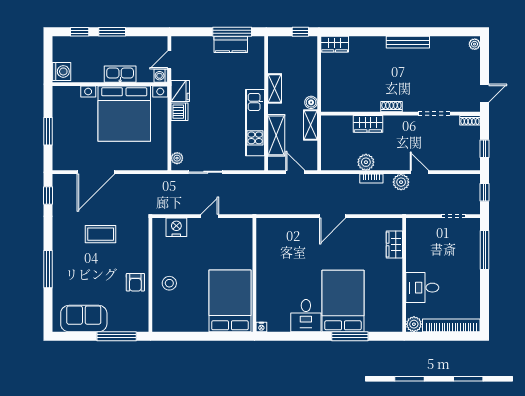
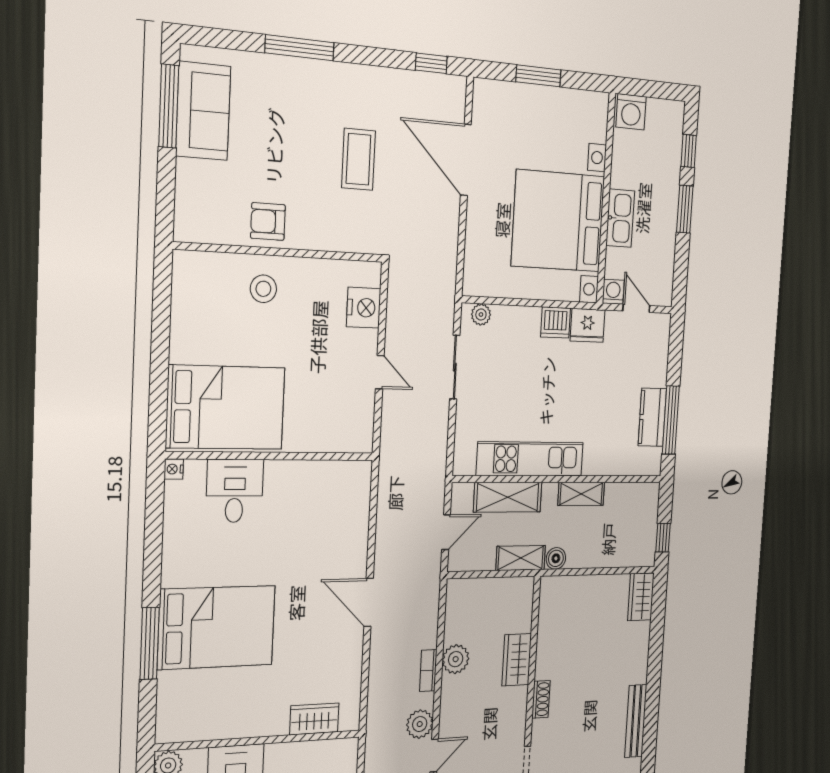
desk: (306, 316) -> (235, 491), moved, turned 90
window: (117, 336) -> (169, 106), moved

